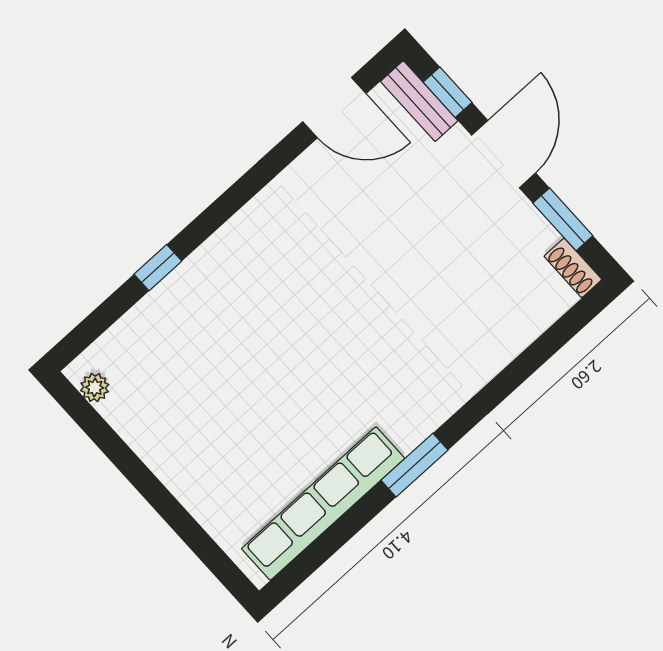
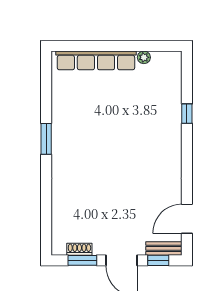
shoe rack: (573, 268) -> (79, 249), moved
plant: (95, 388) -> (144, 57), moved
row of seats: (323, 503) -> (96, 60), moved, turned 90

